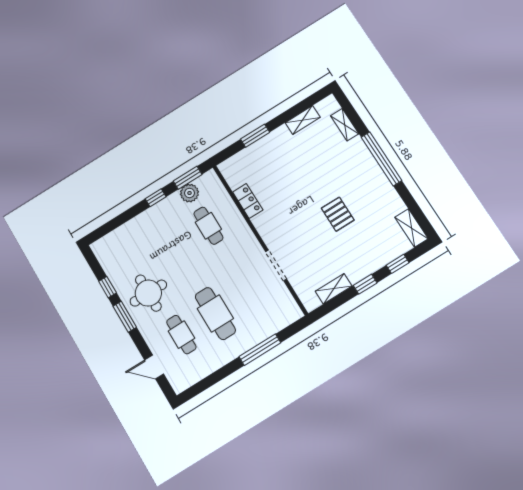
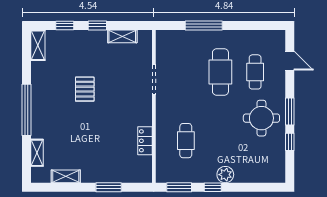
plant: (189, 193) -> (225, 175), moved

